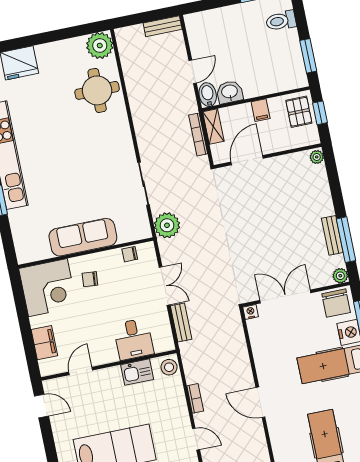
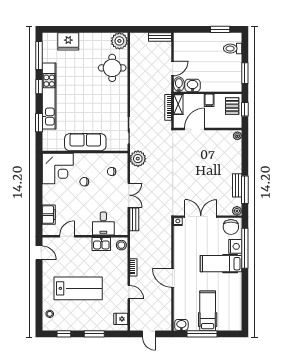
sofa: (83, 237) -> (85, 142), moved
wall: (86, 253) -> (85, 152), moved
corner desk: (48, 288) -> (58, 169), moved

